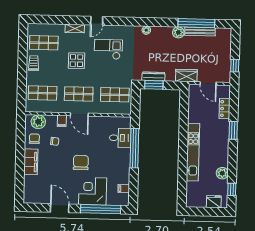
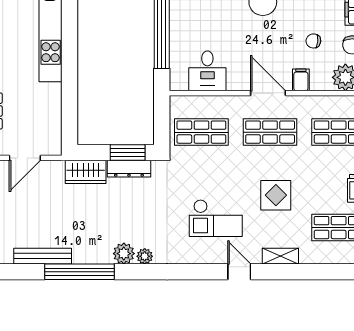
door: (97, 21) -> (239, 272), hinge flipped
window: (196, 23) -> (79, 272), moved
plant: (178, 32) -> (124, 254), moved
wardrobe: (186, 76) -> (86, 172), moved
door: (208, 83) -> (25, 158), swing flipped
desk: (120, 138) -> (207, 71), moved, turned -90

